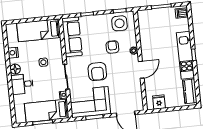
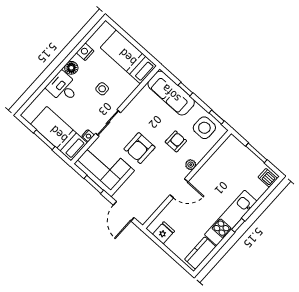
sofa: (72, 37) -> (171, 93), moved, turned 90

